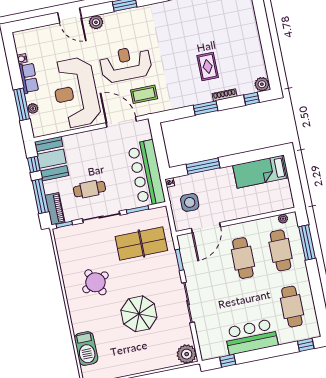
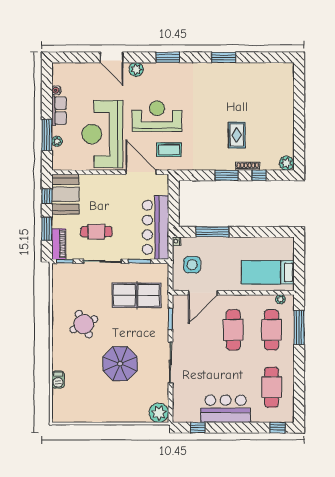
window: (251, 99) -> (259, 175), moved
bed: (261, 172) -> (268, 272), moved
window: (40, 196) -> (47, 229), width x0.69
barbecue: (86, 349) -> (58, 380), width x0.53, depth x0.65

